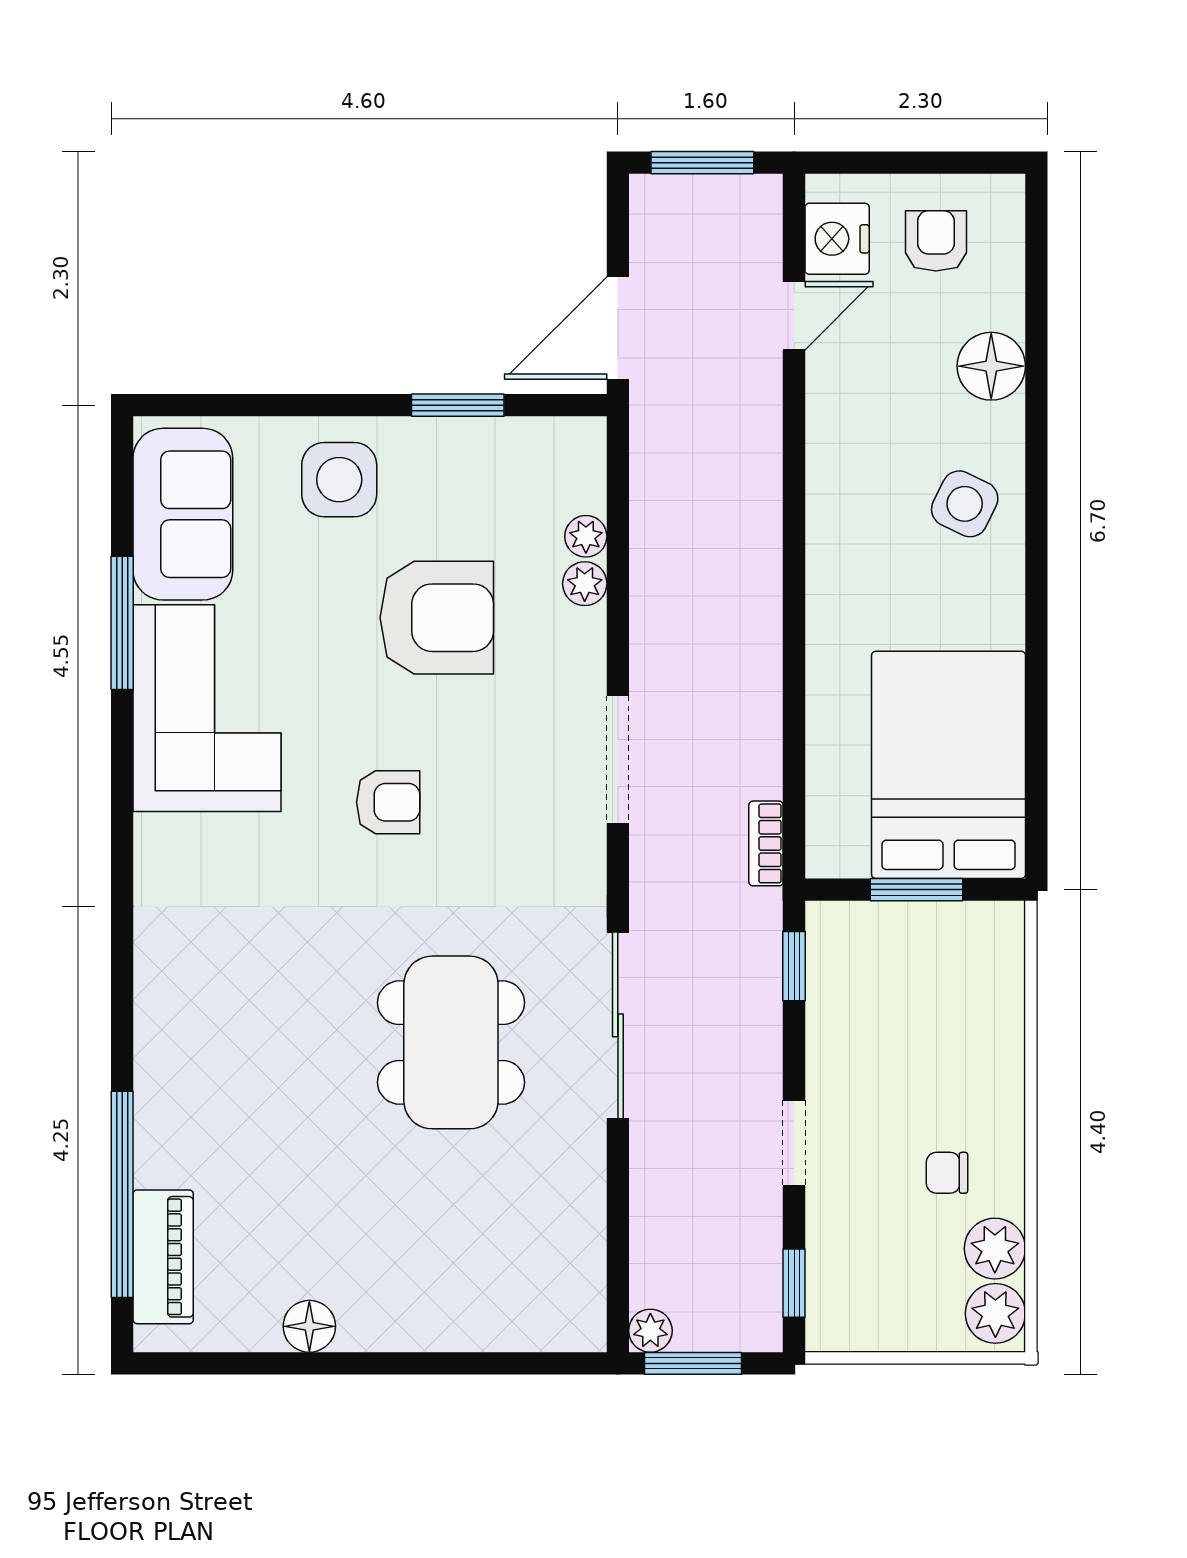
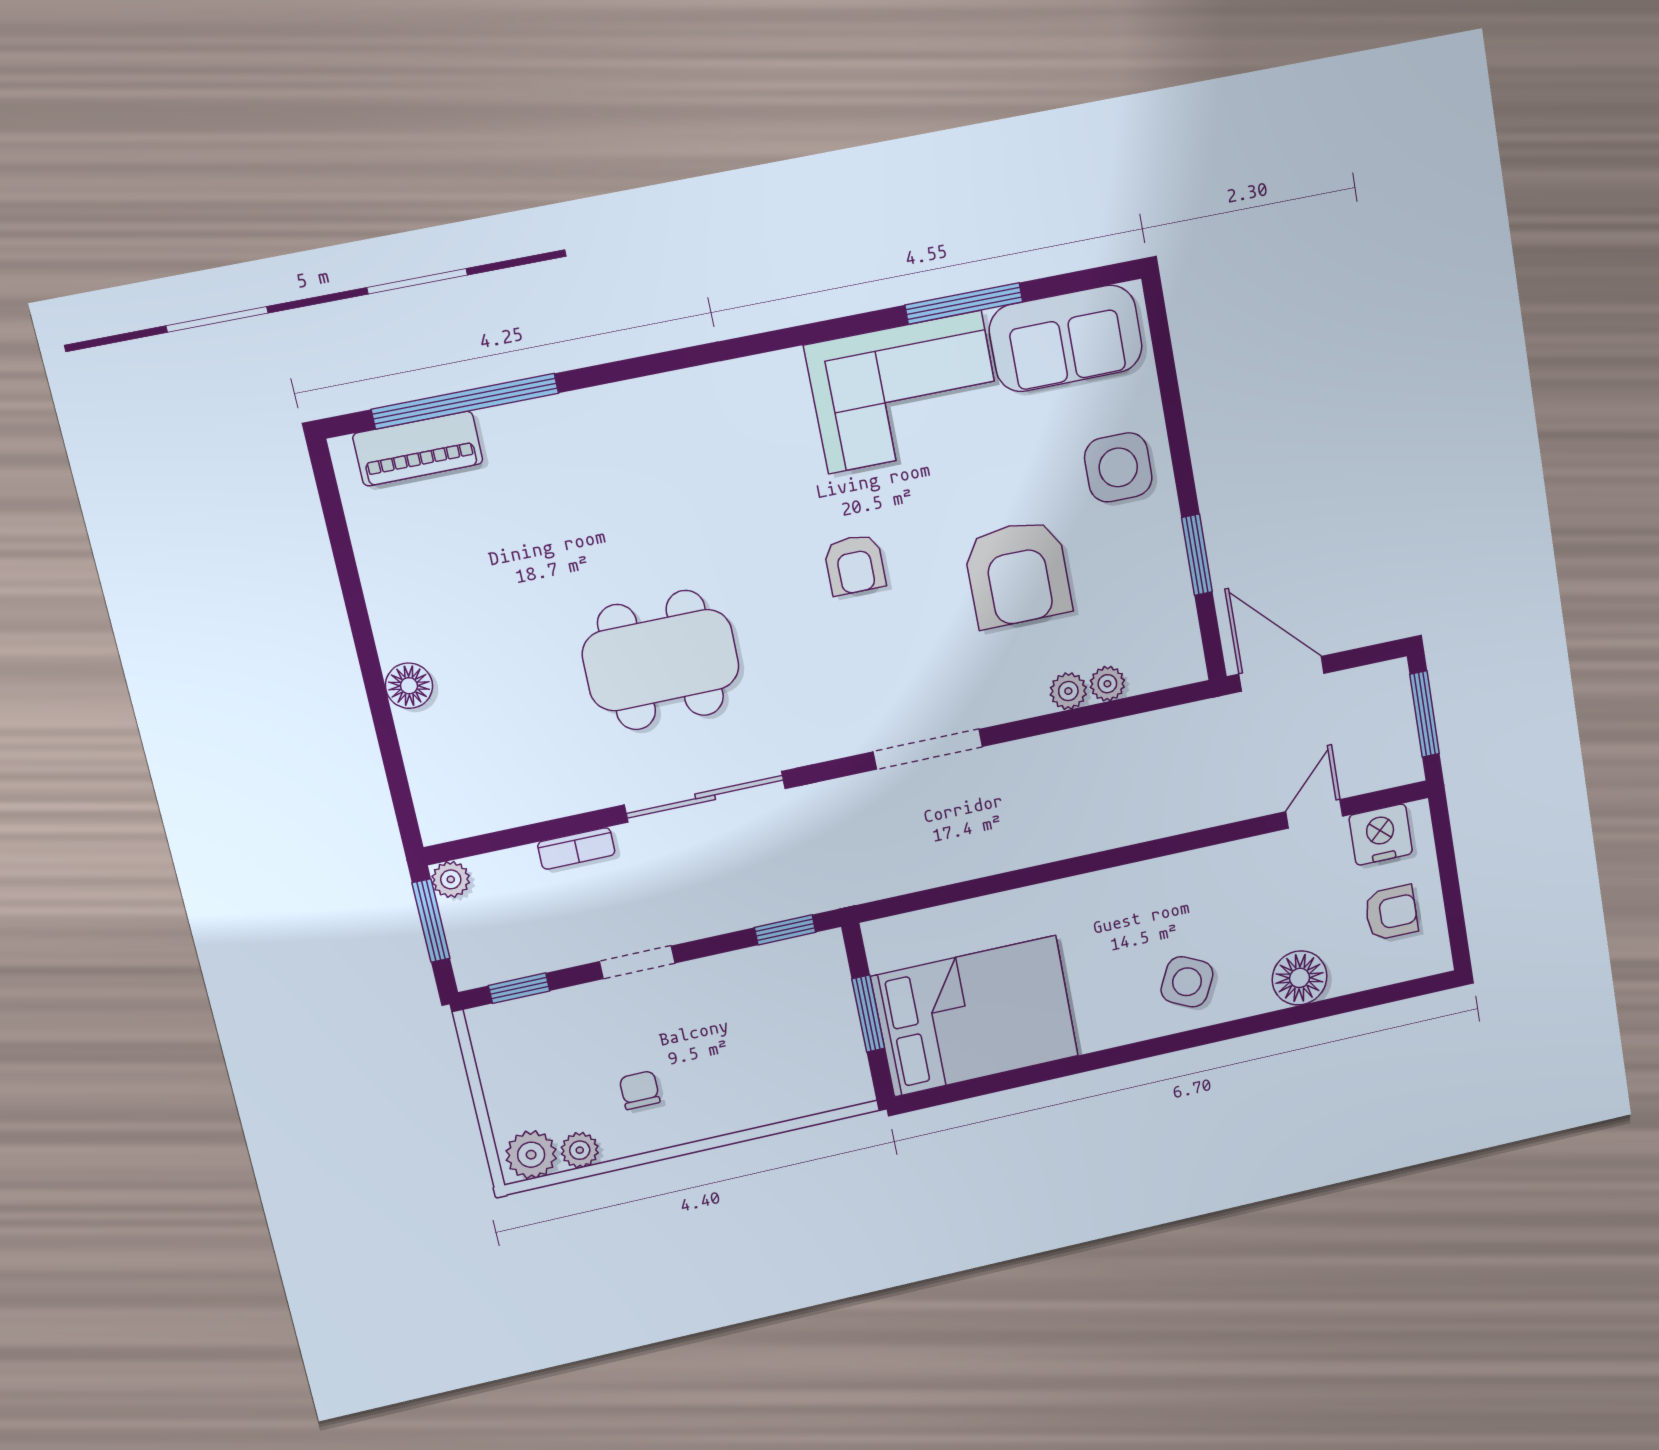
door: (794, 316) -> (1314, 814), swing flipped
bookcase: (766, 843) -> (576, 849), moved, turned 180
plant: (995, 1249) -> (580, 1150), width x0.73, depth x0.73
floor lamp: (309, 1326) -> (409, 686), moved

